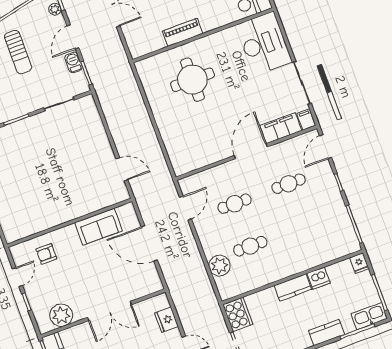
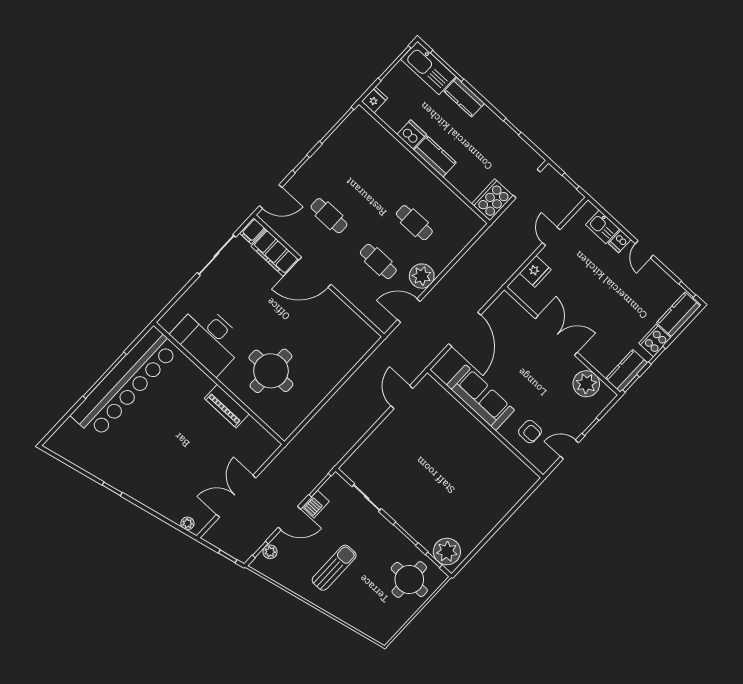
desk: (264, 43) -> (209, 339), moved, turned -90
sofa: (98, 227) -> (481, 398), width x1.36
plant: (219, 266) -> (422, 276), moved
kitchen sink: (369, 316) -> (428, 68), width x1.36, depth x1.24

